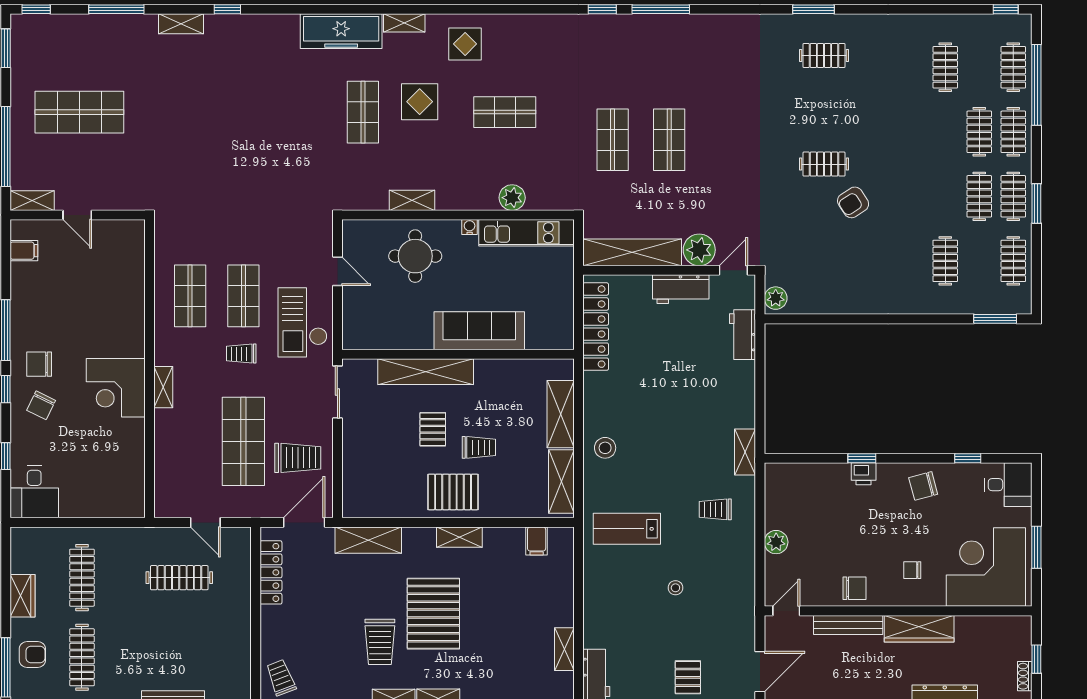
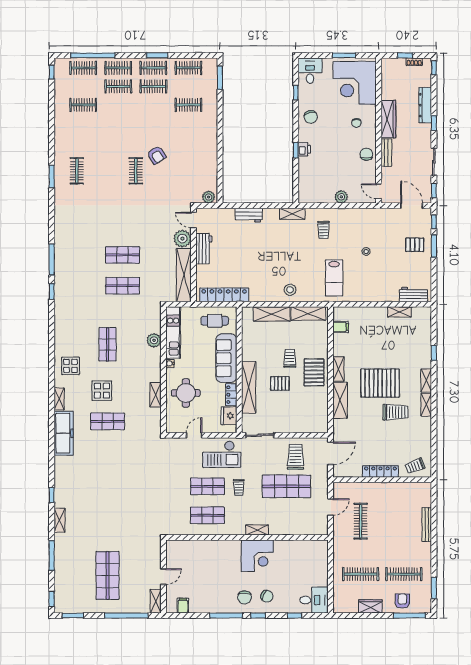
cafe table: (548, 309) -> (215, 321), added
fridge: (373, 335) -> (229, 416), added
workbench: (743, 335) -> (249, 215), moved
locker: (412, 340) -> (231, 395), added
door: (304, 522) -> (331, 453), swing flipped
shelving: (368, 540) -> (340, 400), moved
locker: (271, 572) -> (380, 471), moved
bench: (848, 625) -> (386, 153), width x0.73

